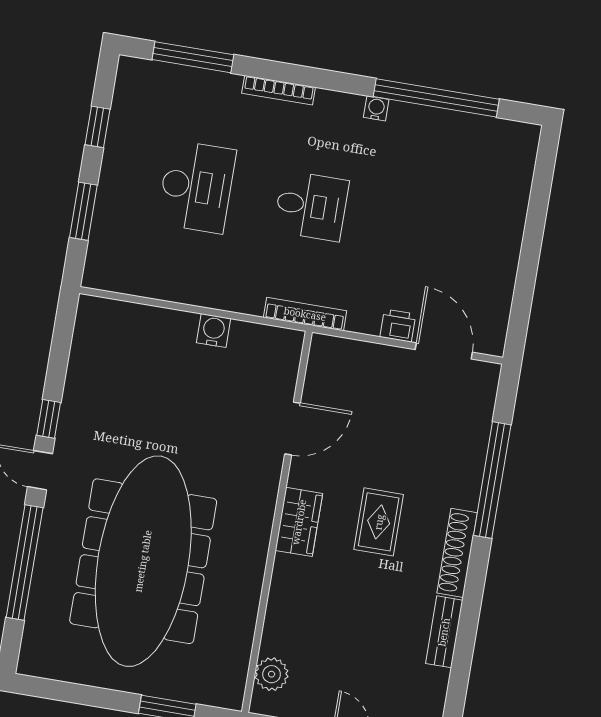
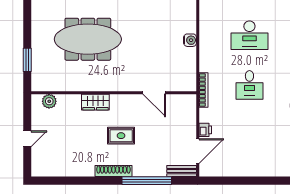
water cooler: (214, 331) -> (190, 40), moved
wardrobe: (299, 522) -> (95, 102), moved
meeting table: (143, 561) -> (88, 39), width x0.73, depth x0.79
bench: (444, 632) -> (182, 171), moved

